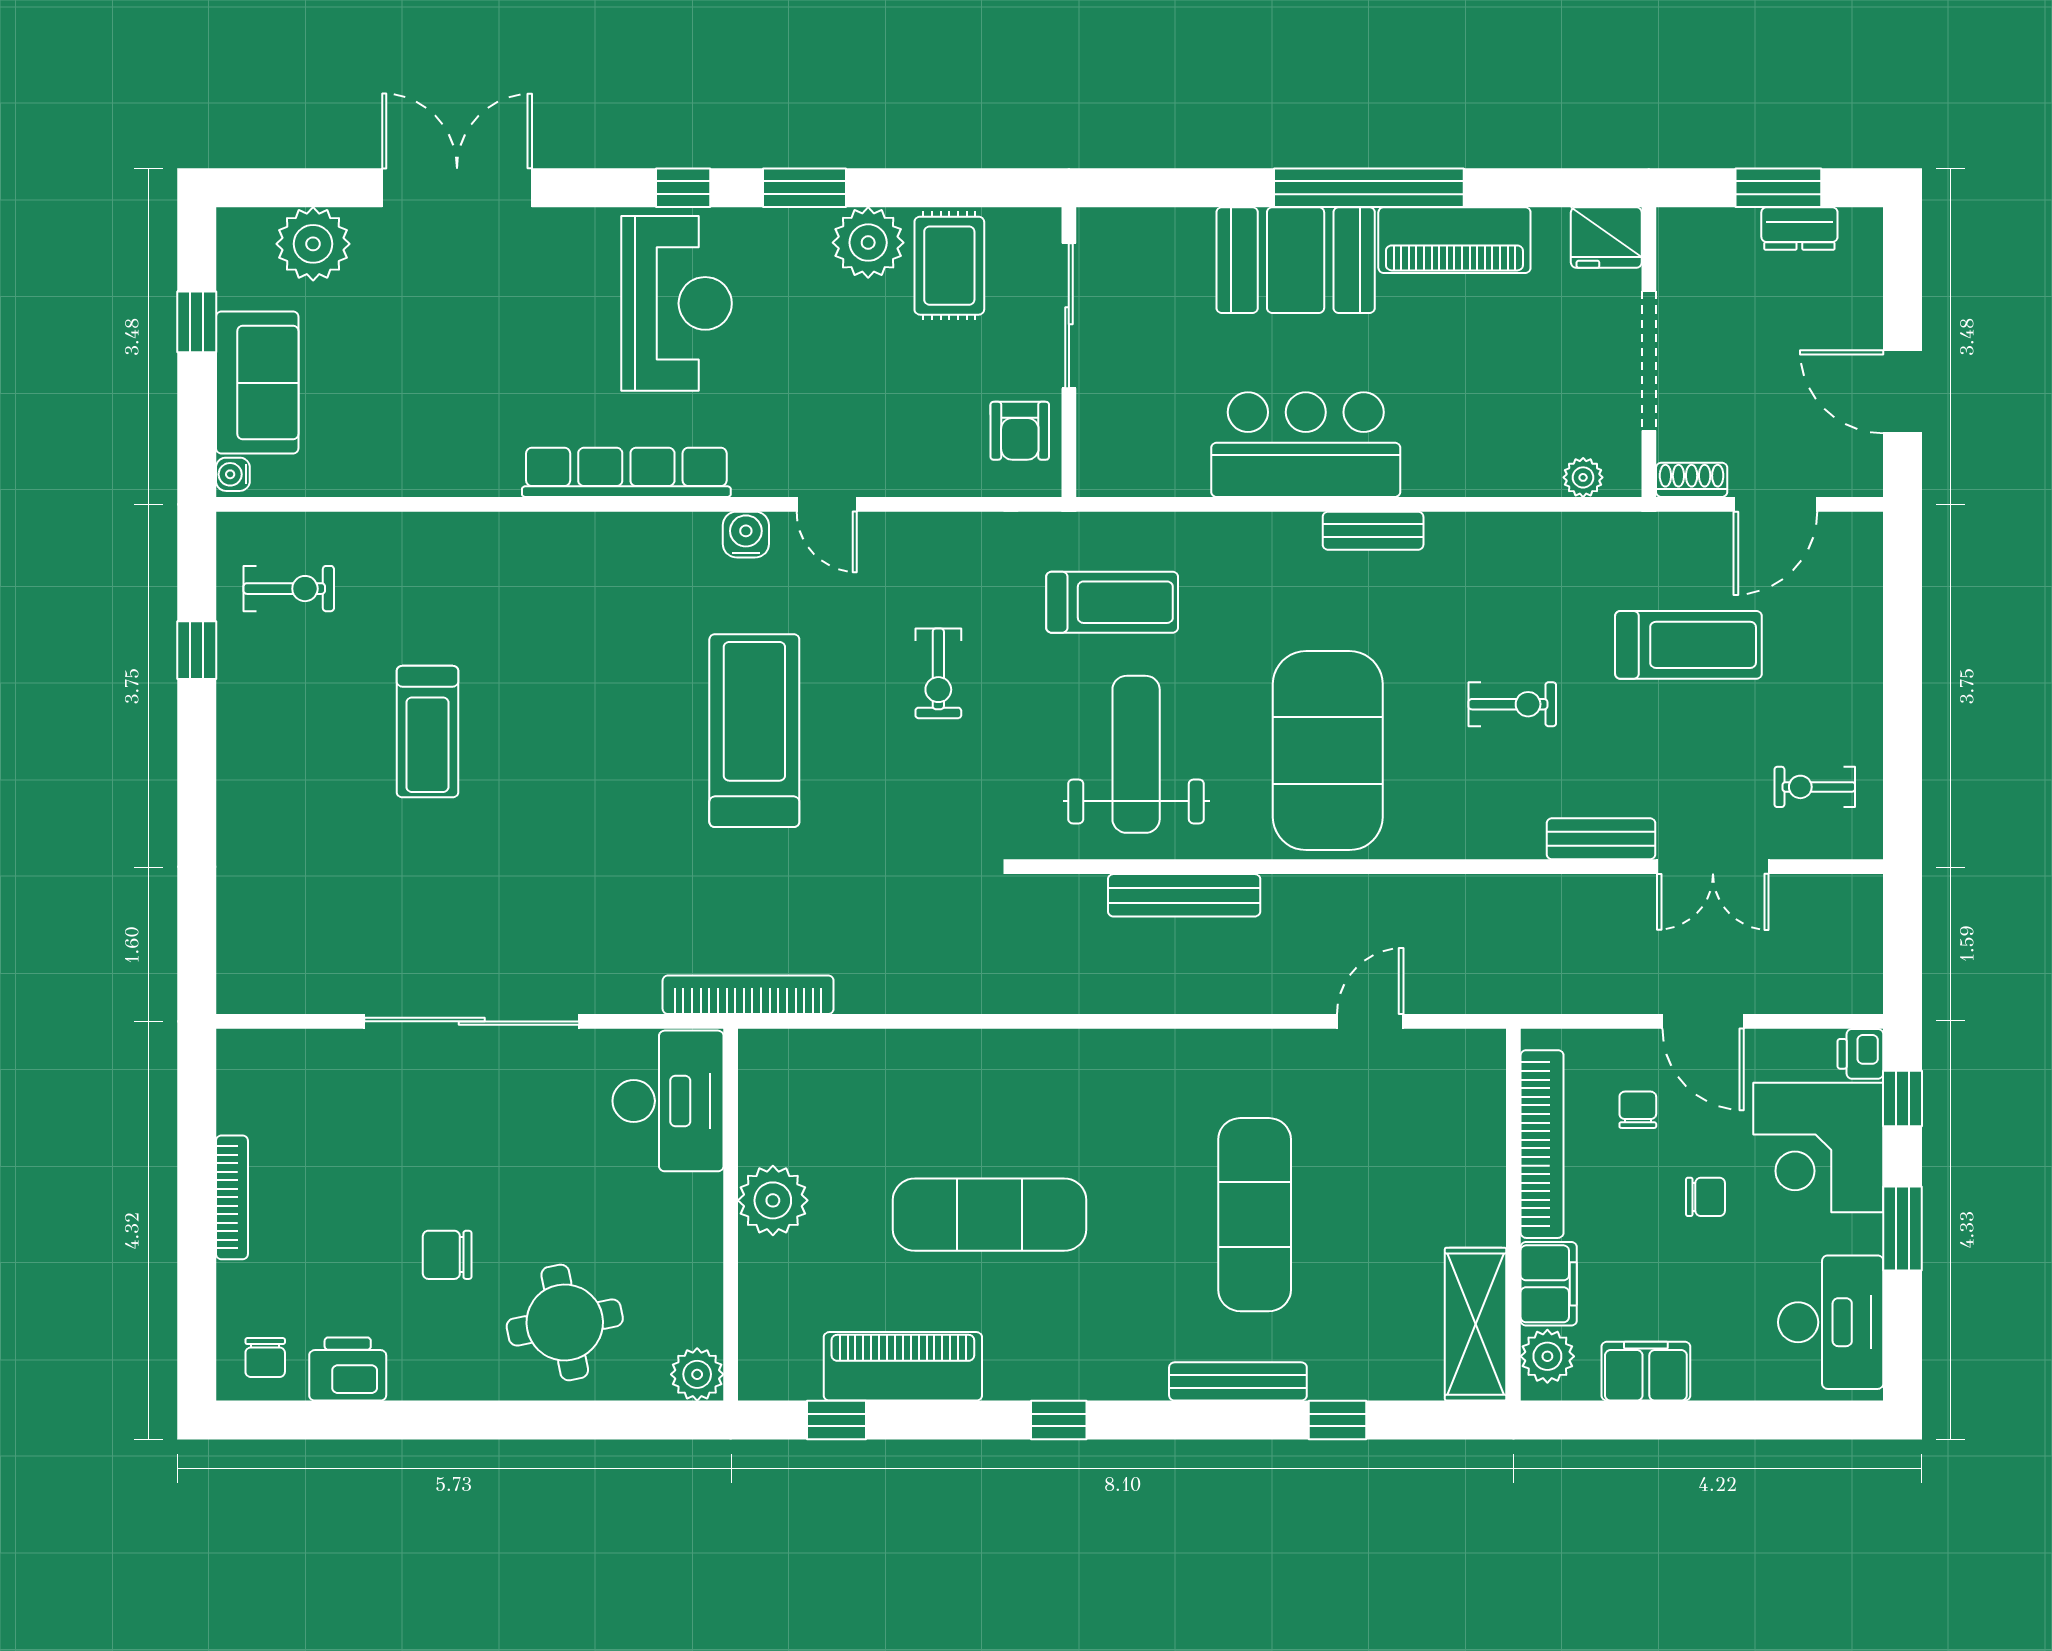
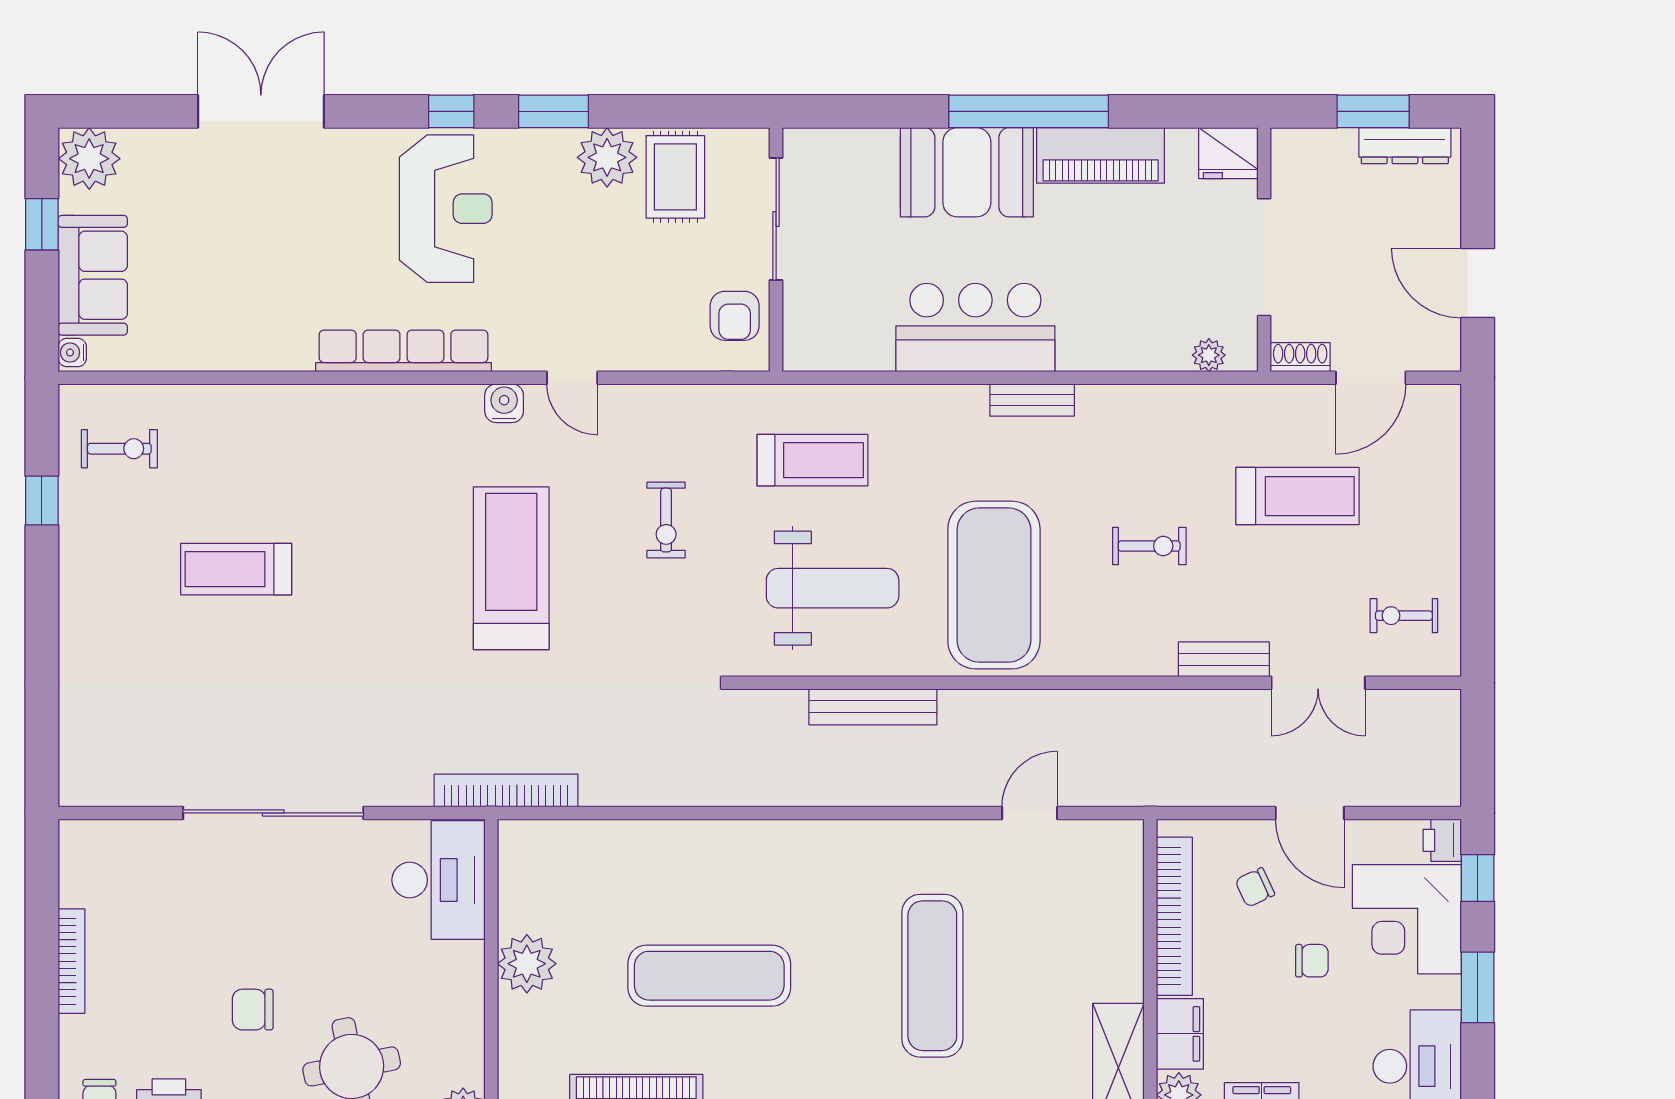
dresser: (1799, 229) -> (1405, 146), width x1.44
plant: (313, 244) -> (89, 159), moved
treadmill: (427, 732) -> (236, 569), turned 90
weight bench: (1136, 754) -> (833, 588), turned 90
chair: (1638, 1110) -> (1255, 887), turned -115

